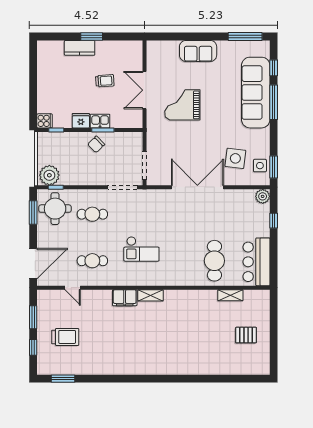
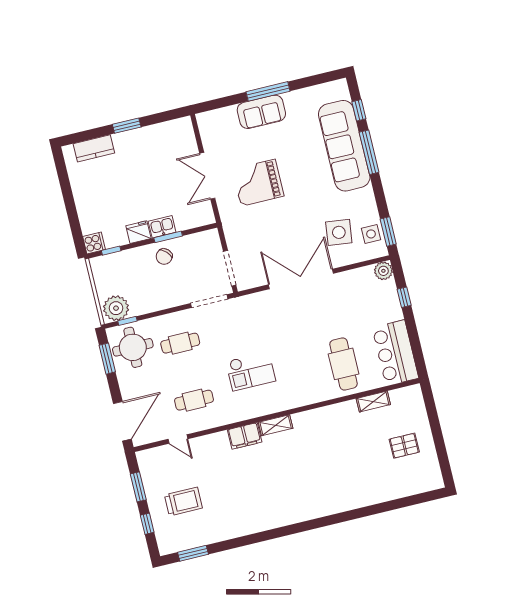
window: (245, 36) -> (268, 91), moved
kitchen counter: (80, 48) -> (94, 148), moved
trolley: (105, 81) -> (156, 176), removed

